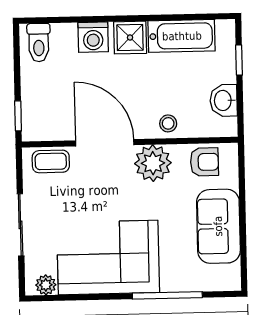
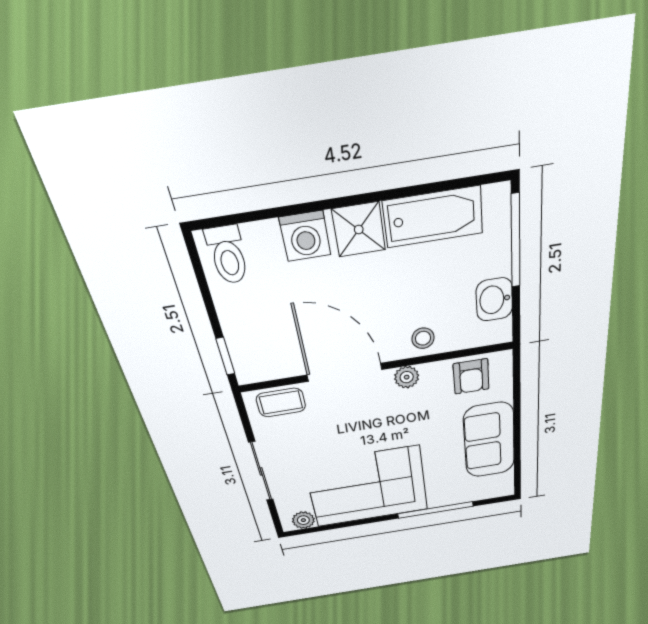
window: (239, 60) -> (516, 242), width x2.17
armchair: (204, 162) -> (471, 376), turned 90
plant: (153, 163) -> (407, 377), width x0.53, depth x0.53

